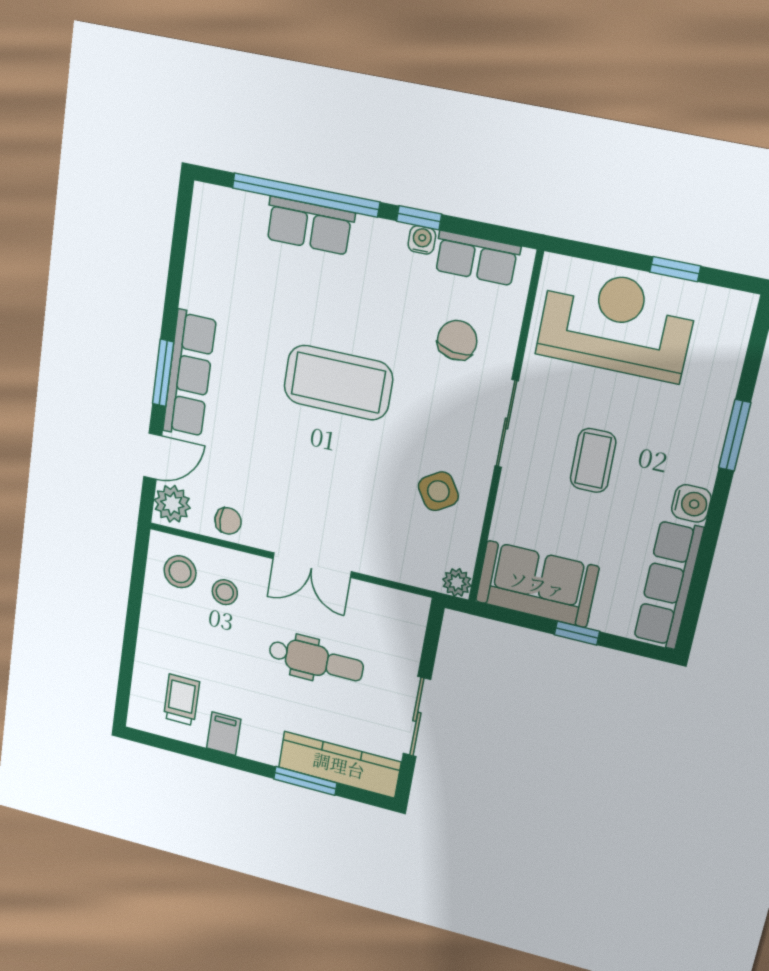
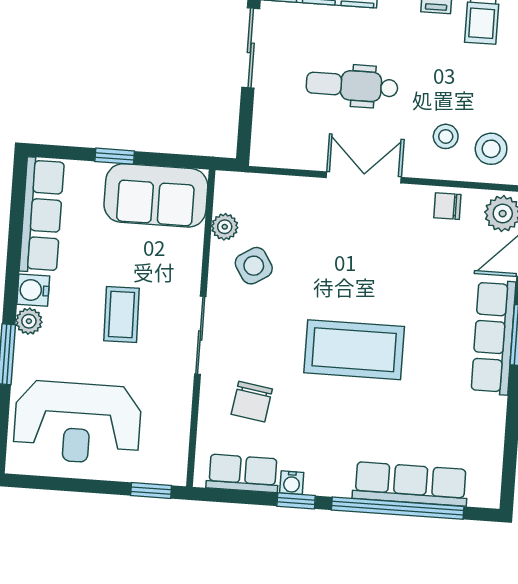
row of seats: (310, 226) -> (410, 484), width x1.48
window: (675, 269) -> (151, 490), moved
reception desk: (616, 324) -> (77, 423), moved
plant: (702, 469) -> (29, 321), added
plant: (457, 582) -> (225, 227), moved

